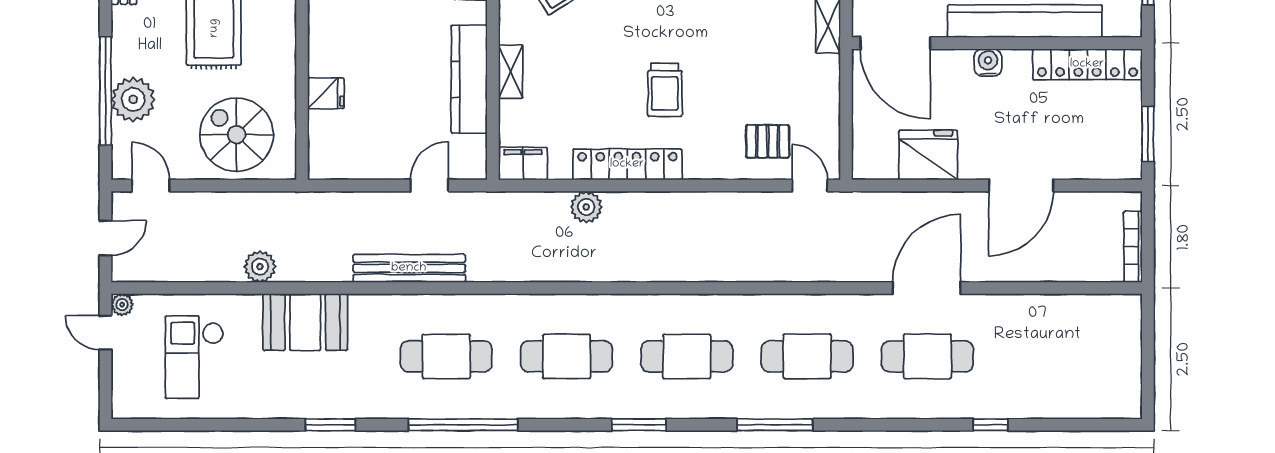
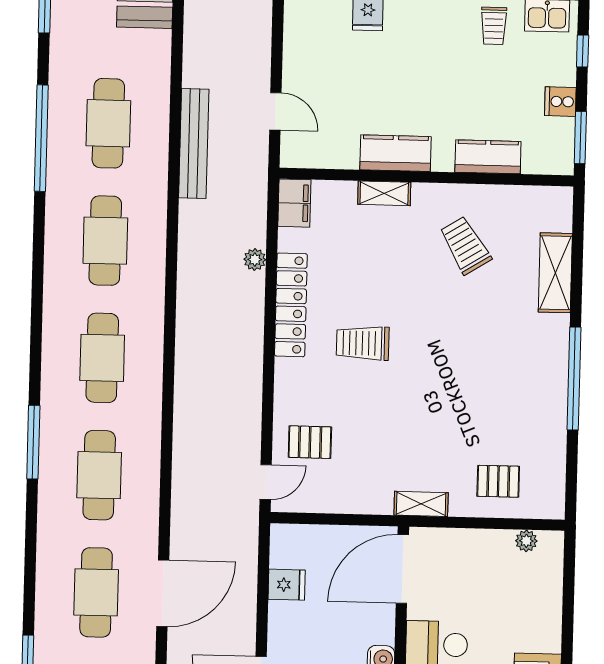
kitchen counter: (469, 79) -> (396, 153), width x0.67
pallet: (768, 141) -> (310, 442), turned 90
fridge: (928, 155) -> (287, 585), width x0.53, depth x0.75
plant: (586, 207) -> (255, 260), width x0.73, depth x0.73
bench: (409, 268) -> (194, 144), moved
door: (926, 288) -> (163, 593), hinge flipped
window: (639, 425) -> (37, 309), removed

